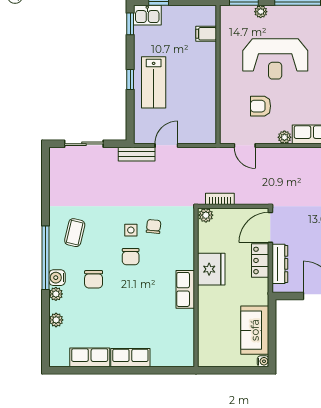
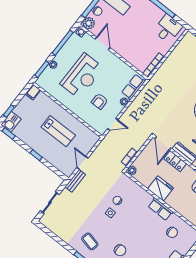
filing cabinet: (206, 34) -> (33, 92), moved
lab bench: (154, 82) -> (58, 131), moved
chair: (131, 257) -> (172, 232), moved

